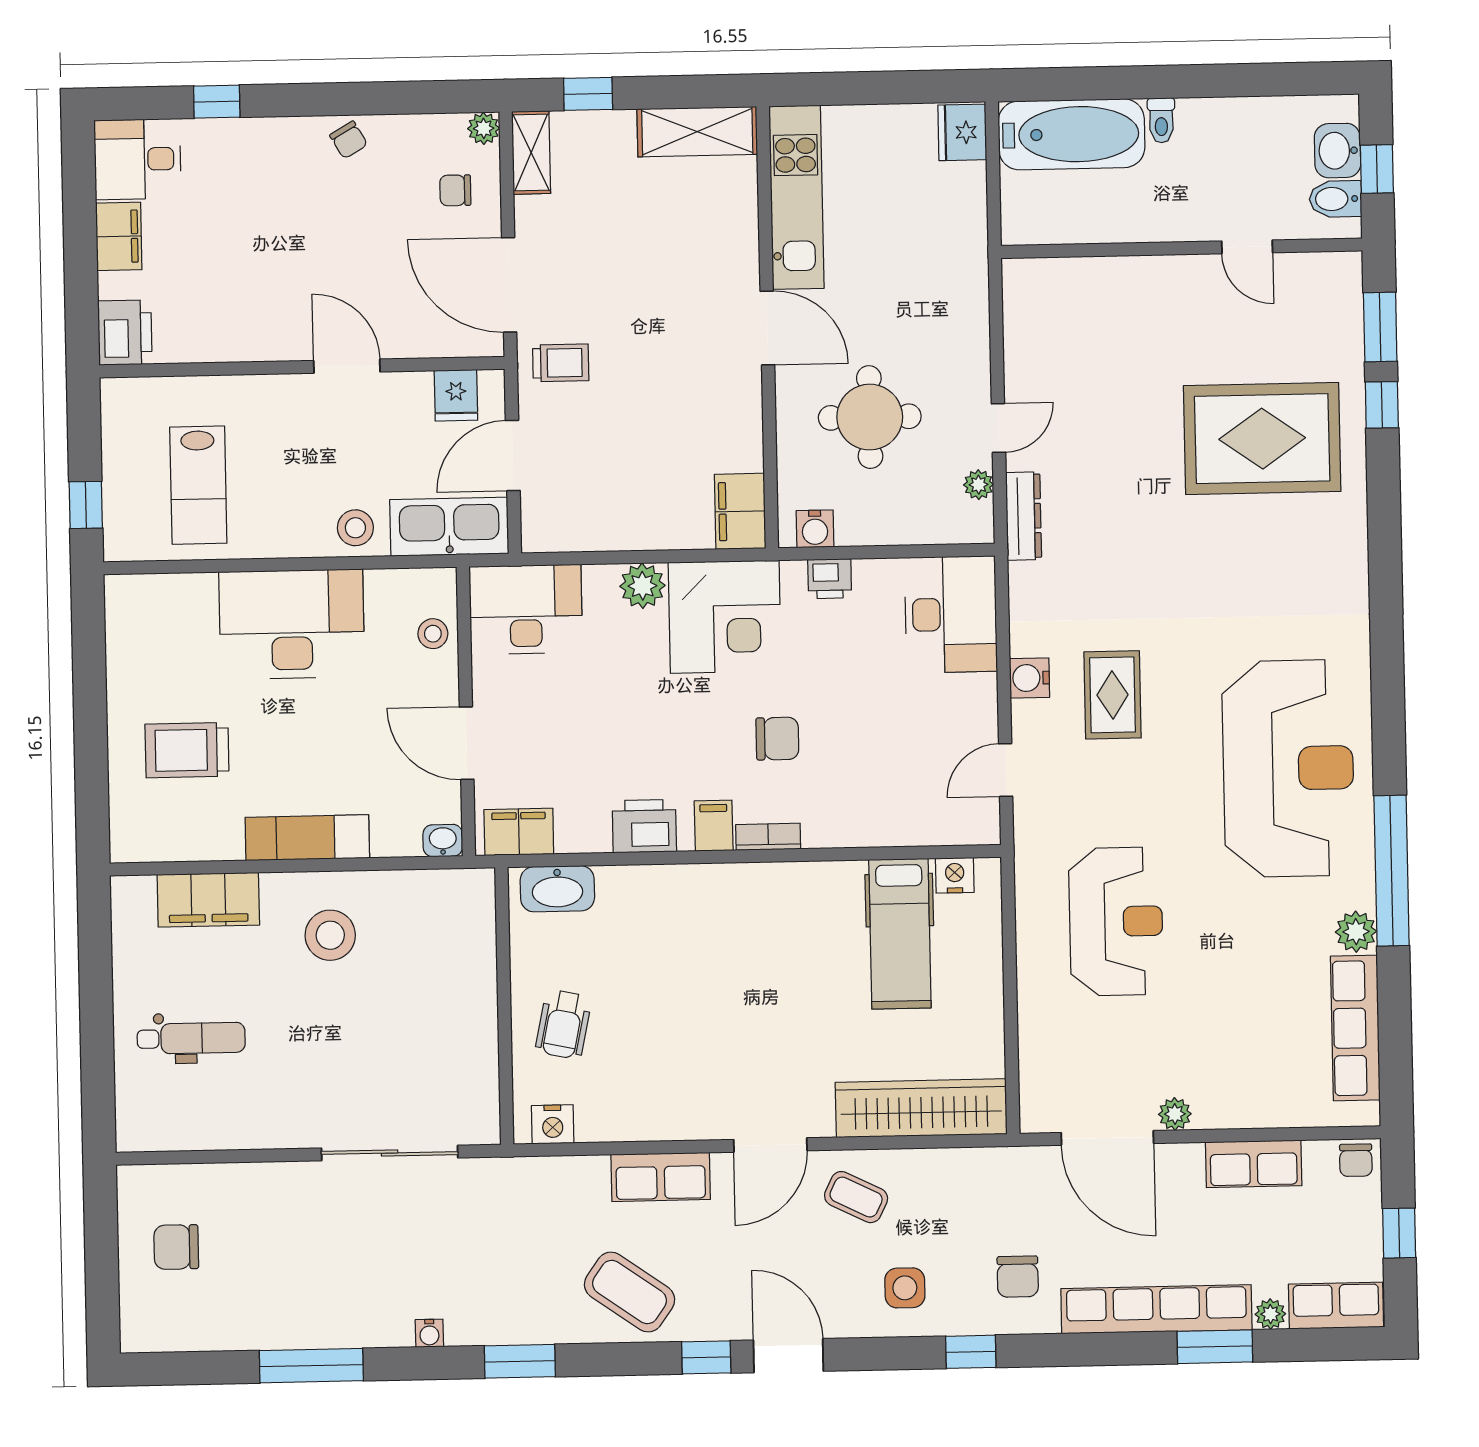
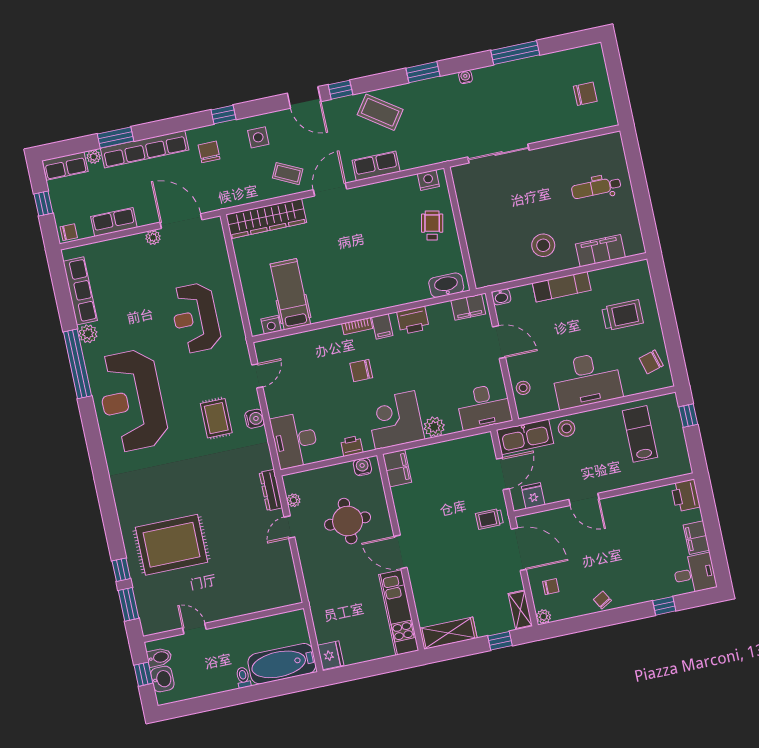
chair: (144, 637) -> (651, 362), added
chair: (1356, 1160) -> (69, 232), turned 90

